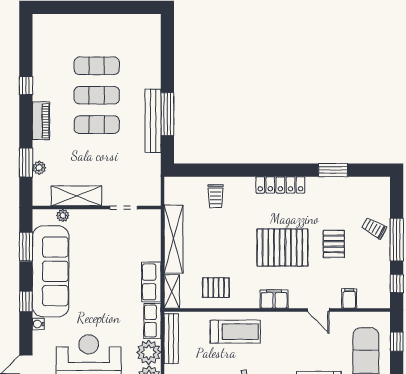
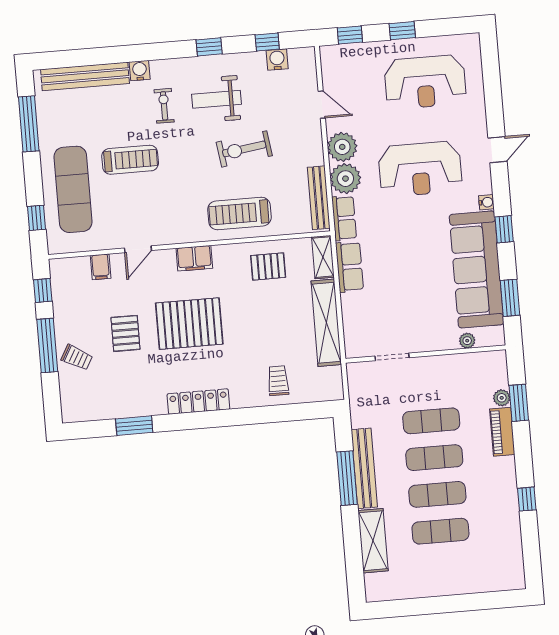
piano: (41, 121) -> (502, 432), moved
exercise mat: (97, 154) -> (431, 421), added
shelving: (76, 196) -> (373, 541), moved, turned 90
door: (318, 310) -> (138, 249), swing flipped

